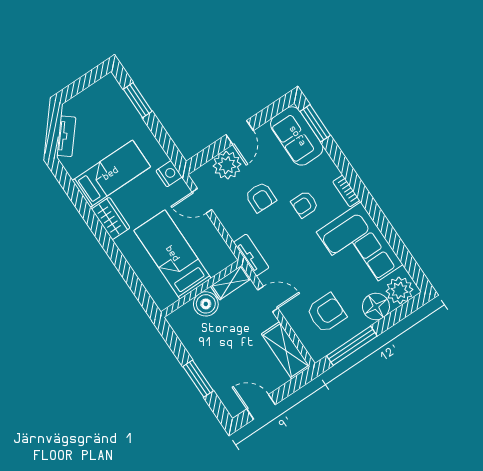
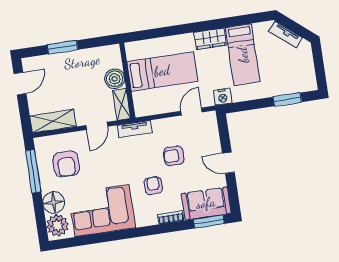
plant: (227, 165) -> (209, 142), removed
bookcase: (346, 191) -> (171, 217), moved

